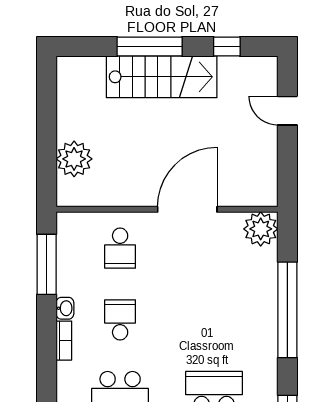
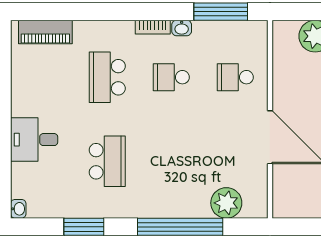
plant: (261, 229) -> (226, 203), moved
school desk: (120, 320) -> (171, 77), turned 180

